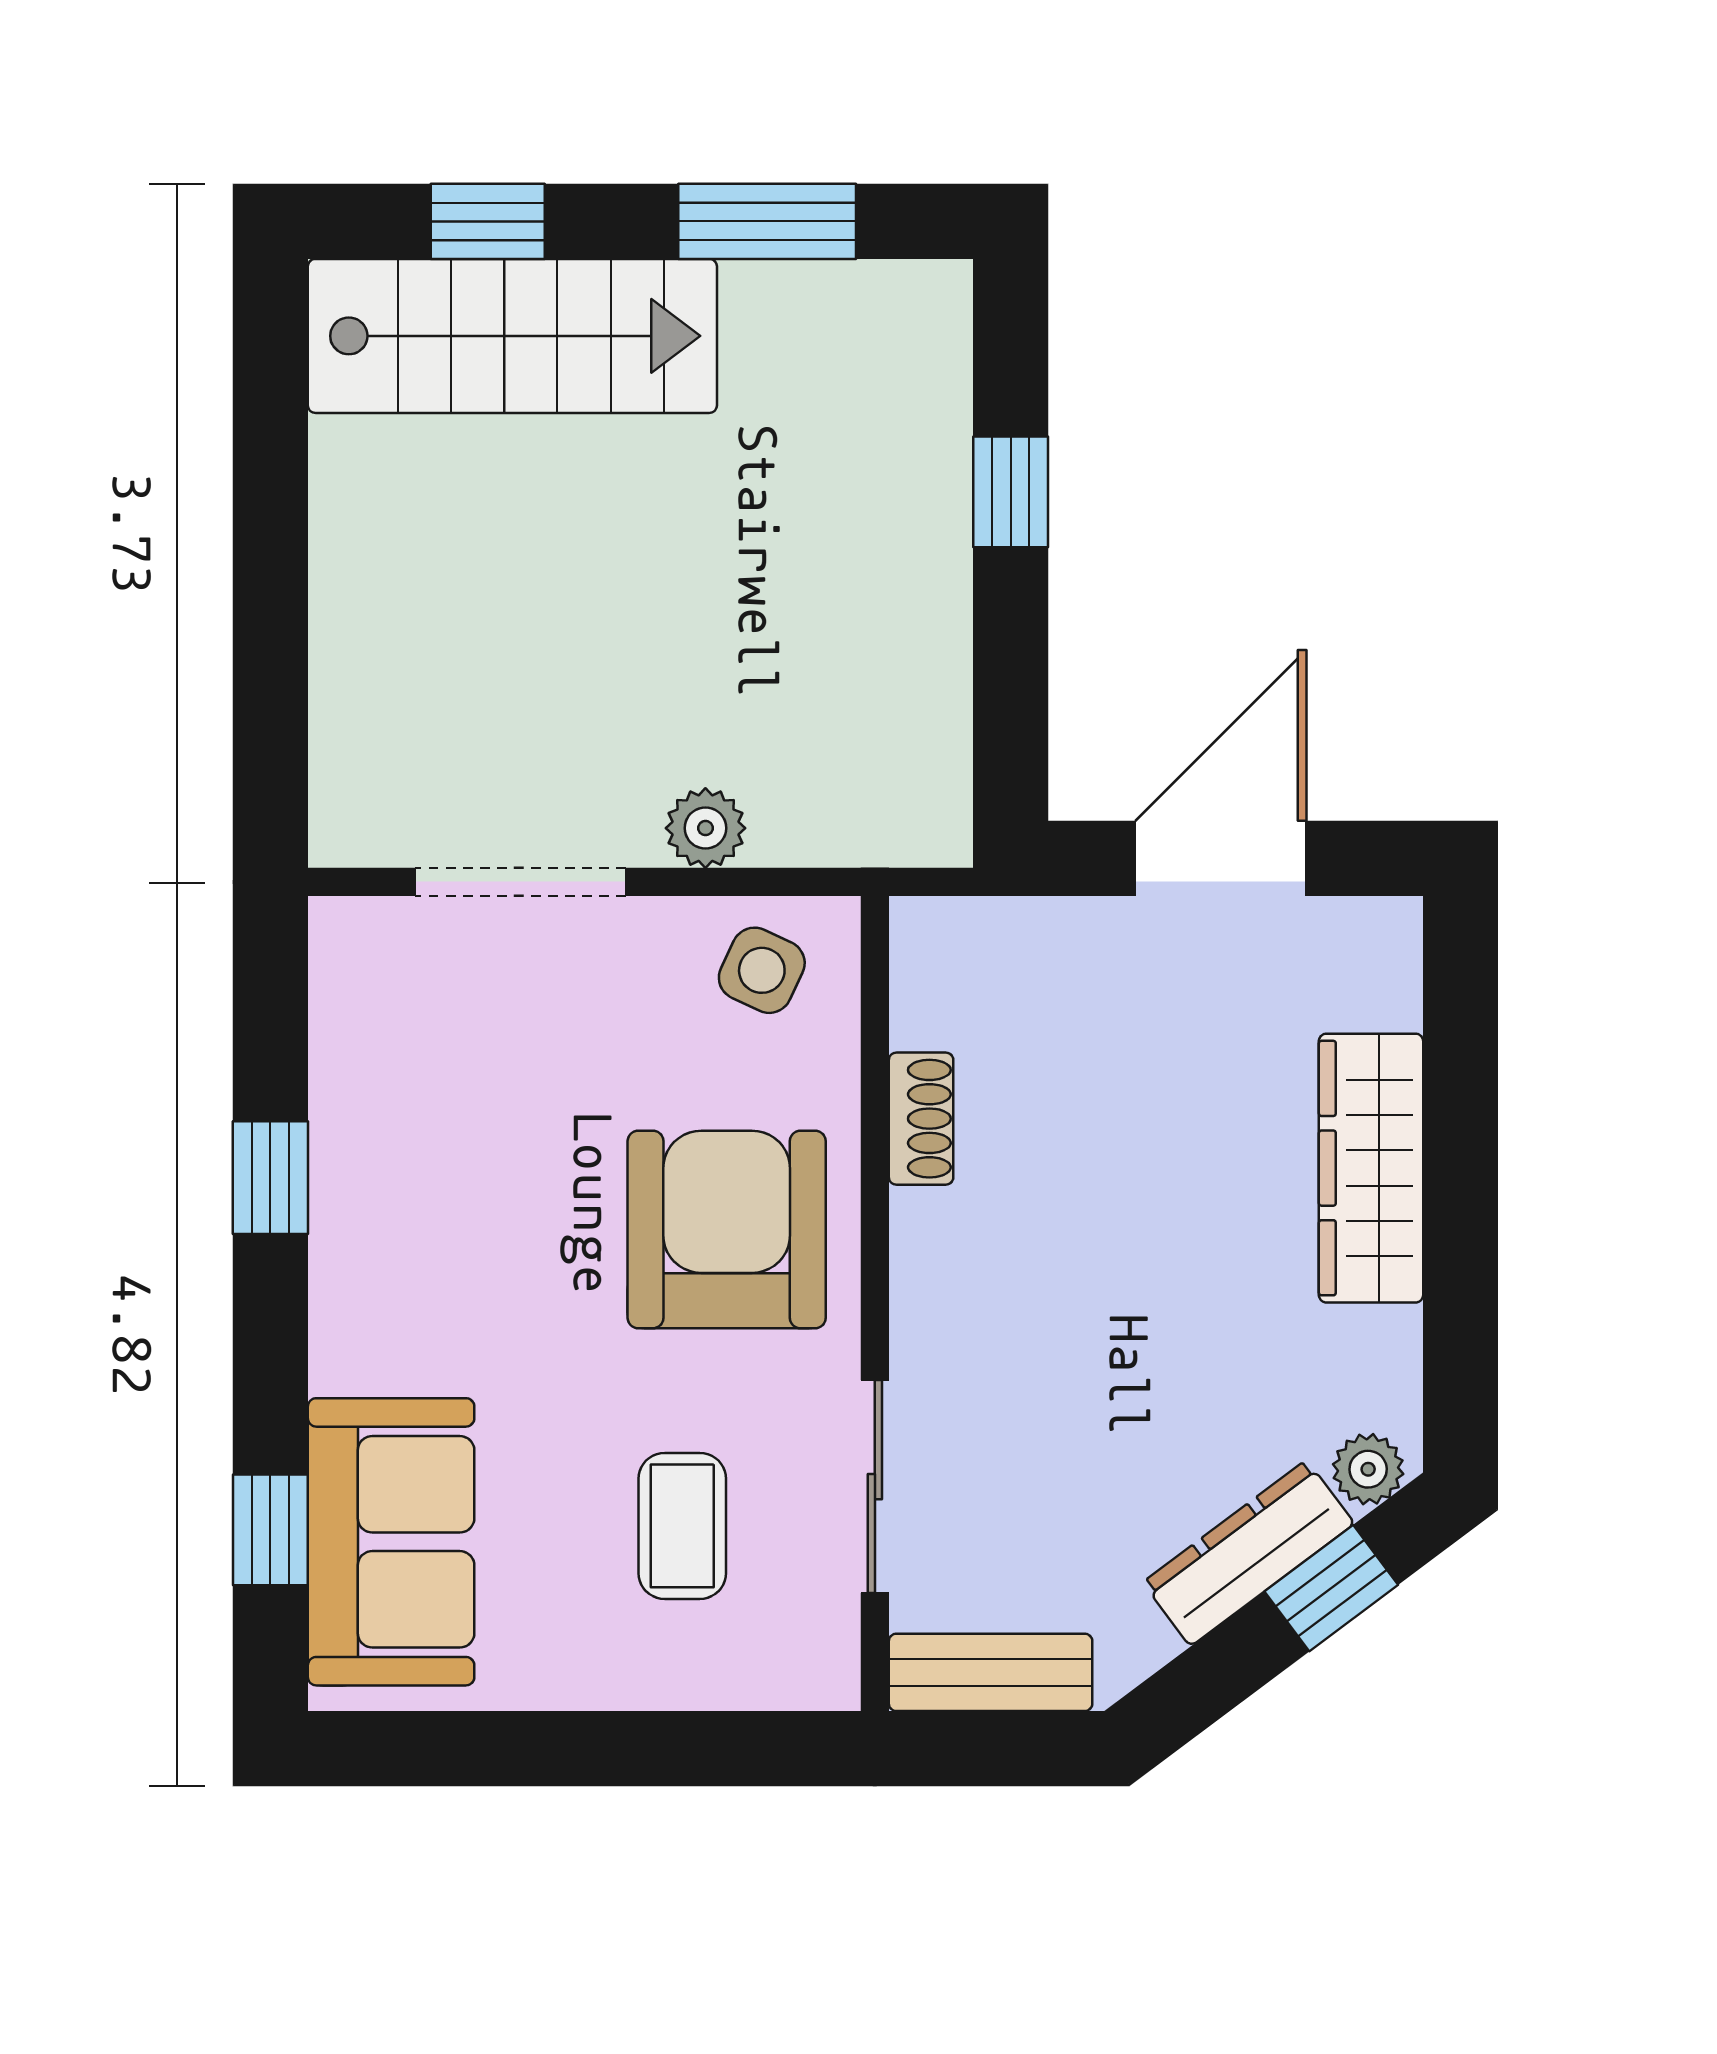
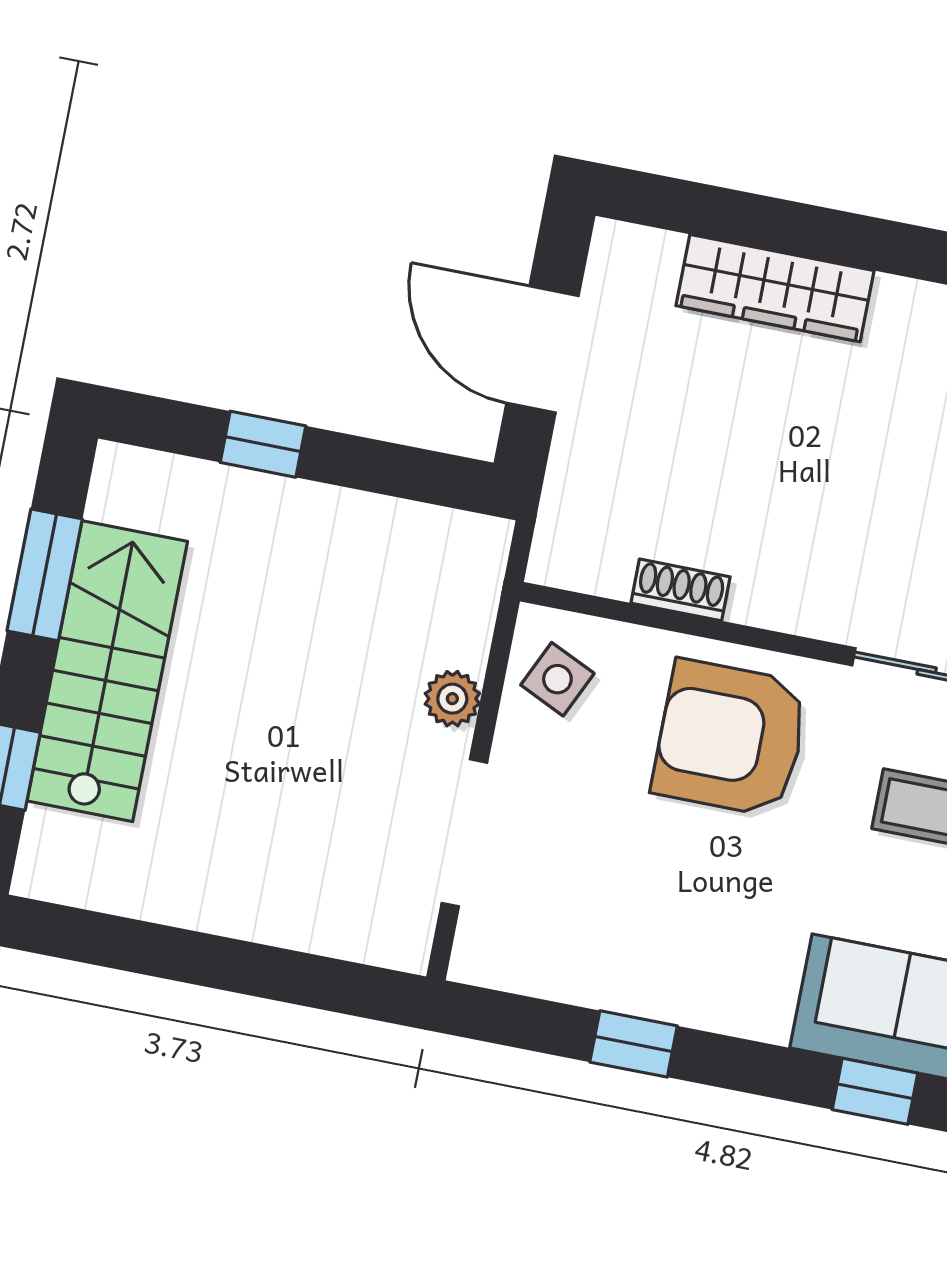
stairs: (512, 336) -> (107, 671), moved

